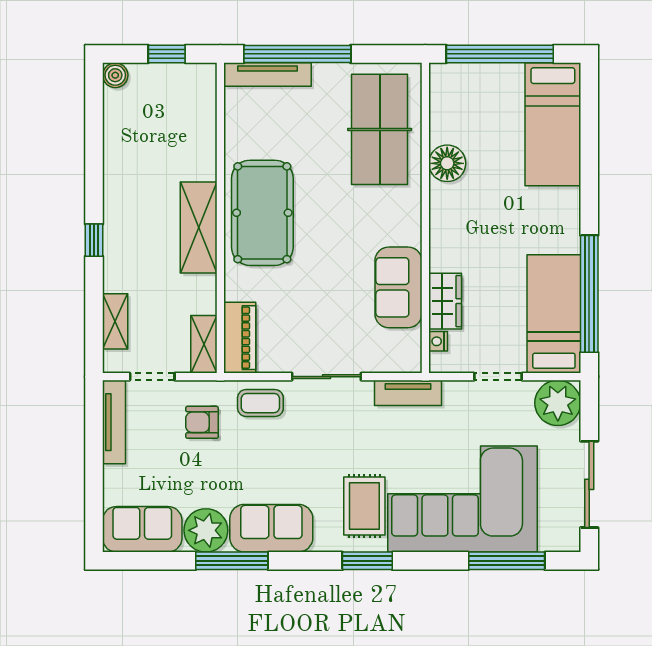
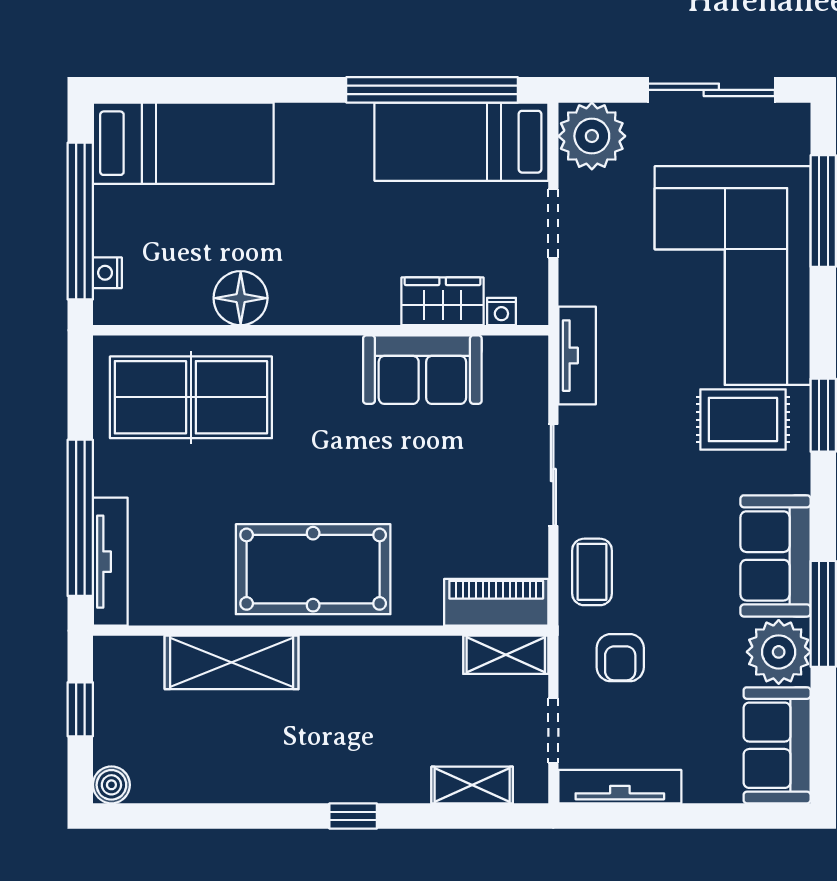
nightstand: (465, 72) -> (107, 273), added
shelving: (199, 228) -> (232, 662), moved

